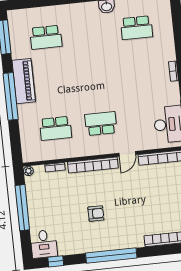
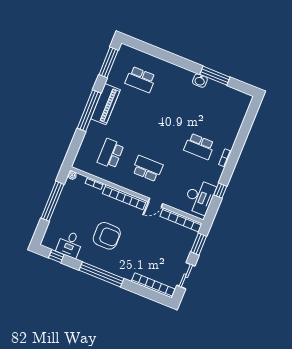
school desk: (137, 28) -> (199, 146), moved
school desk: (56, 128) -> (111, 154), turned 90
armchair: (96, 214) -> (107, 236), width x1.88, depth x1.88
desk: (44, 244) -> (70, 244), moved

